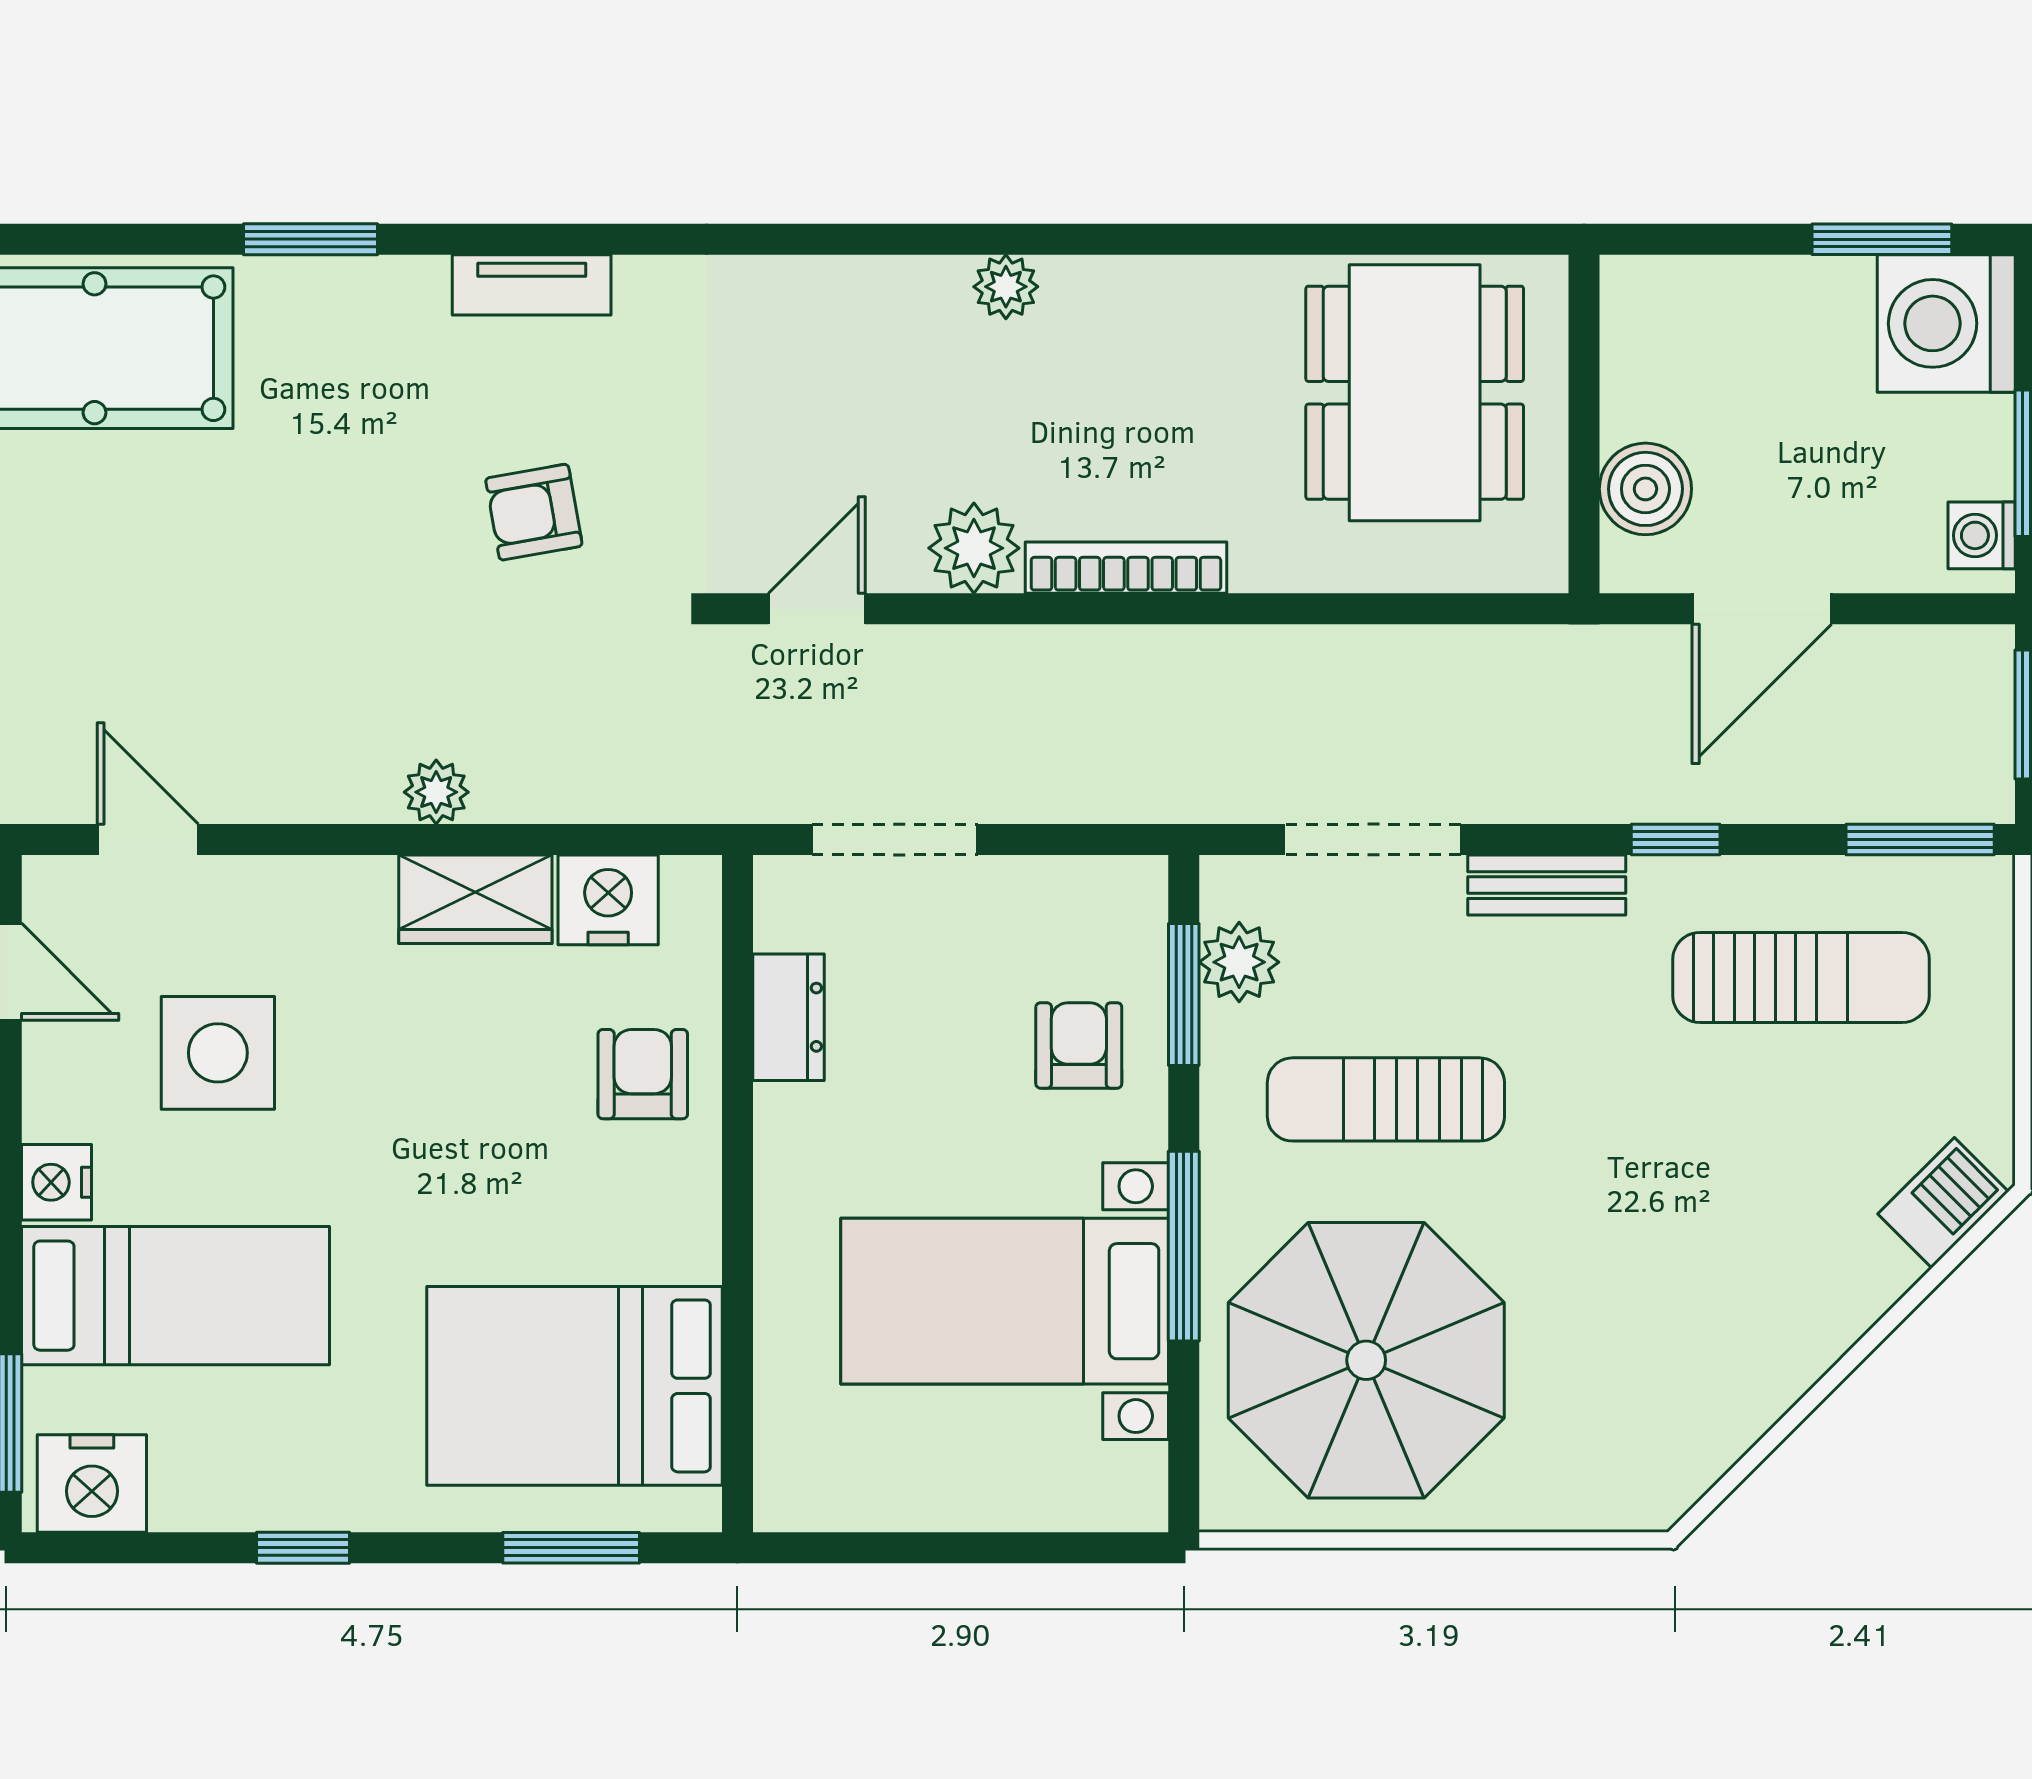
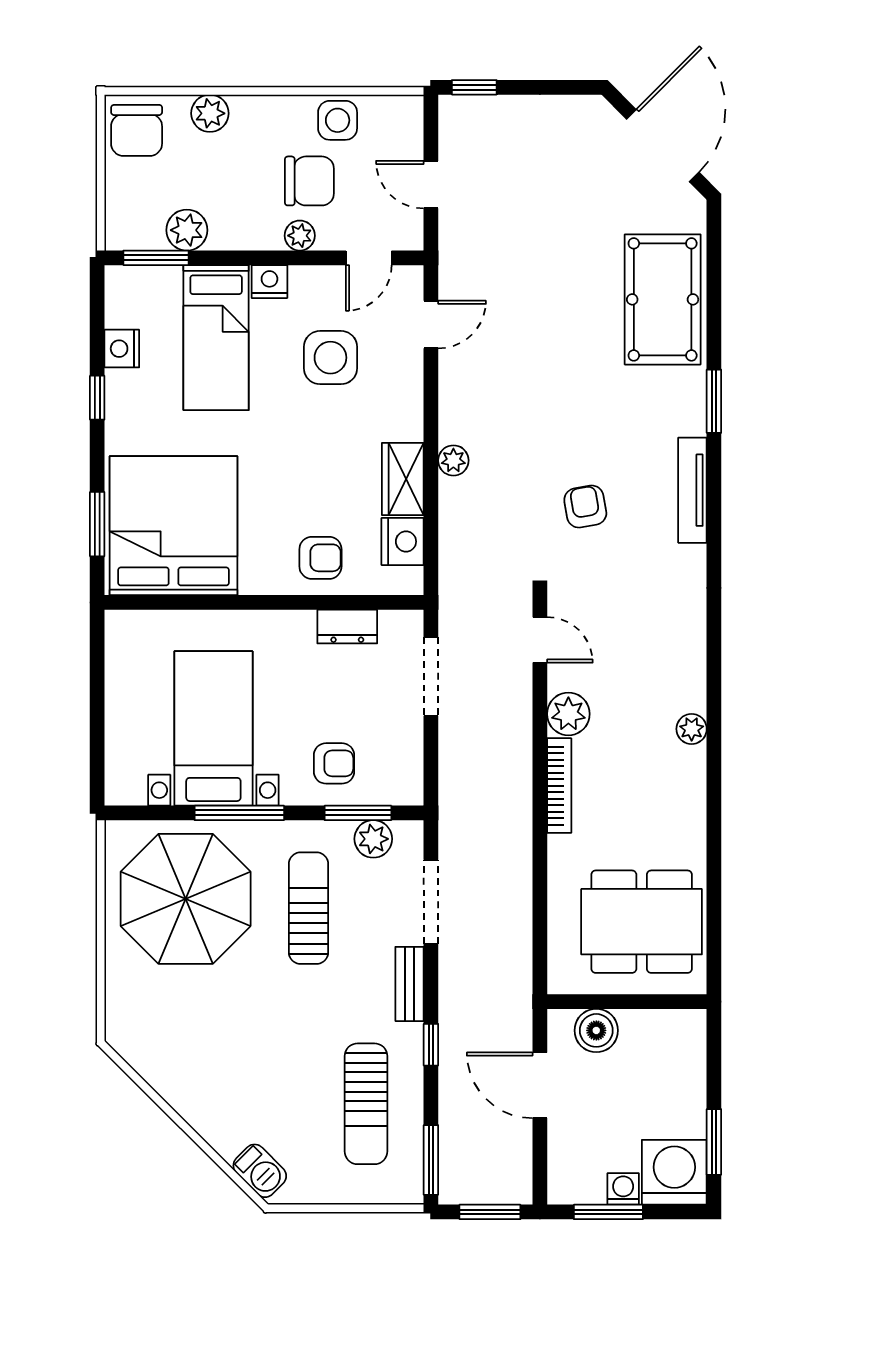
tv unit: (532, 285) -> (692, 490), width x1.41
washing machine: (1982, 535) -> (623, 1189), moved
bed: (575, 1386) -> (173, 526), width x1.36
nightstand: (92, 1483) -> (122, 349), moved, width x0.74, depth x0.75

